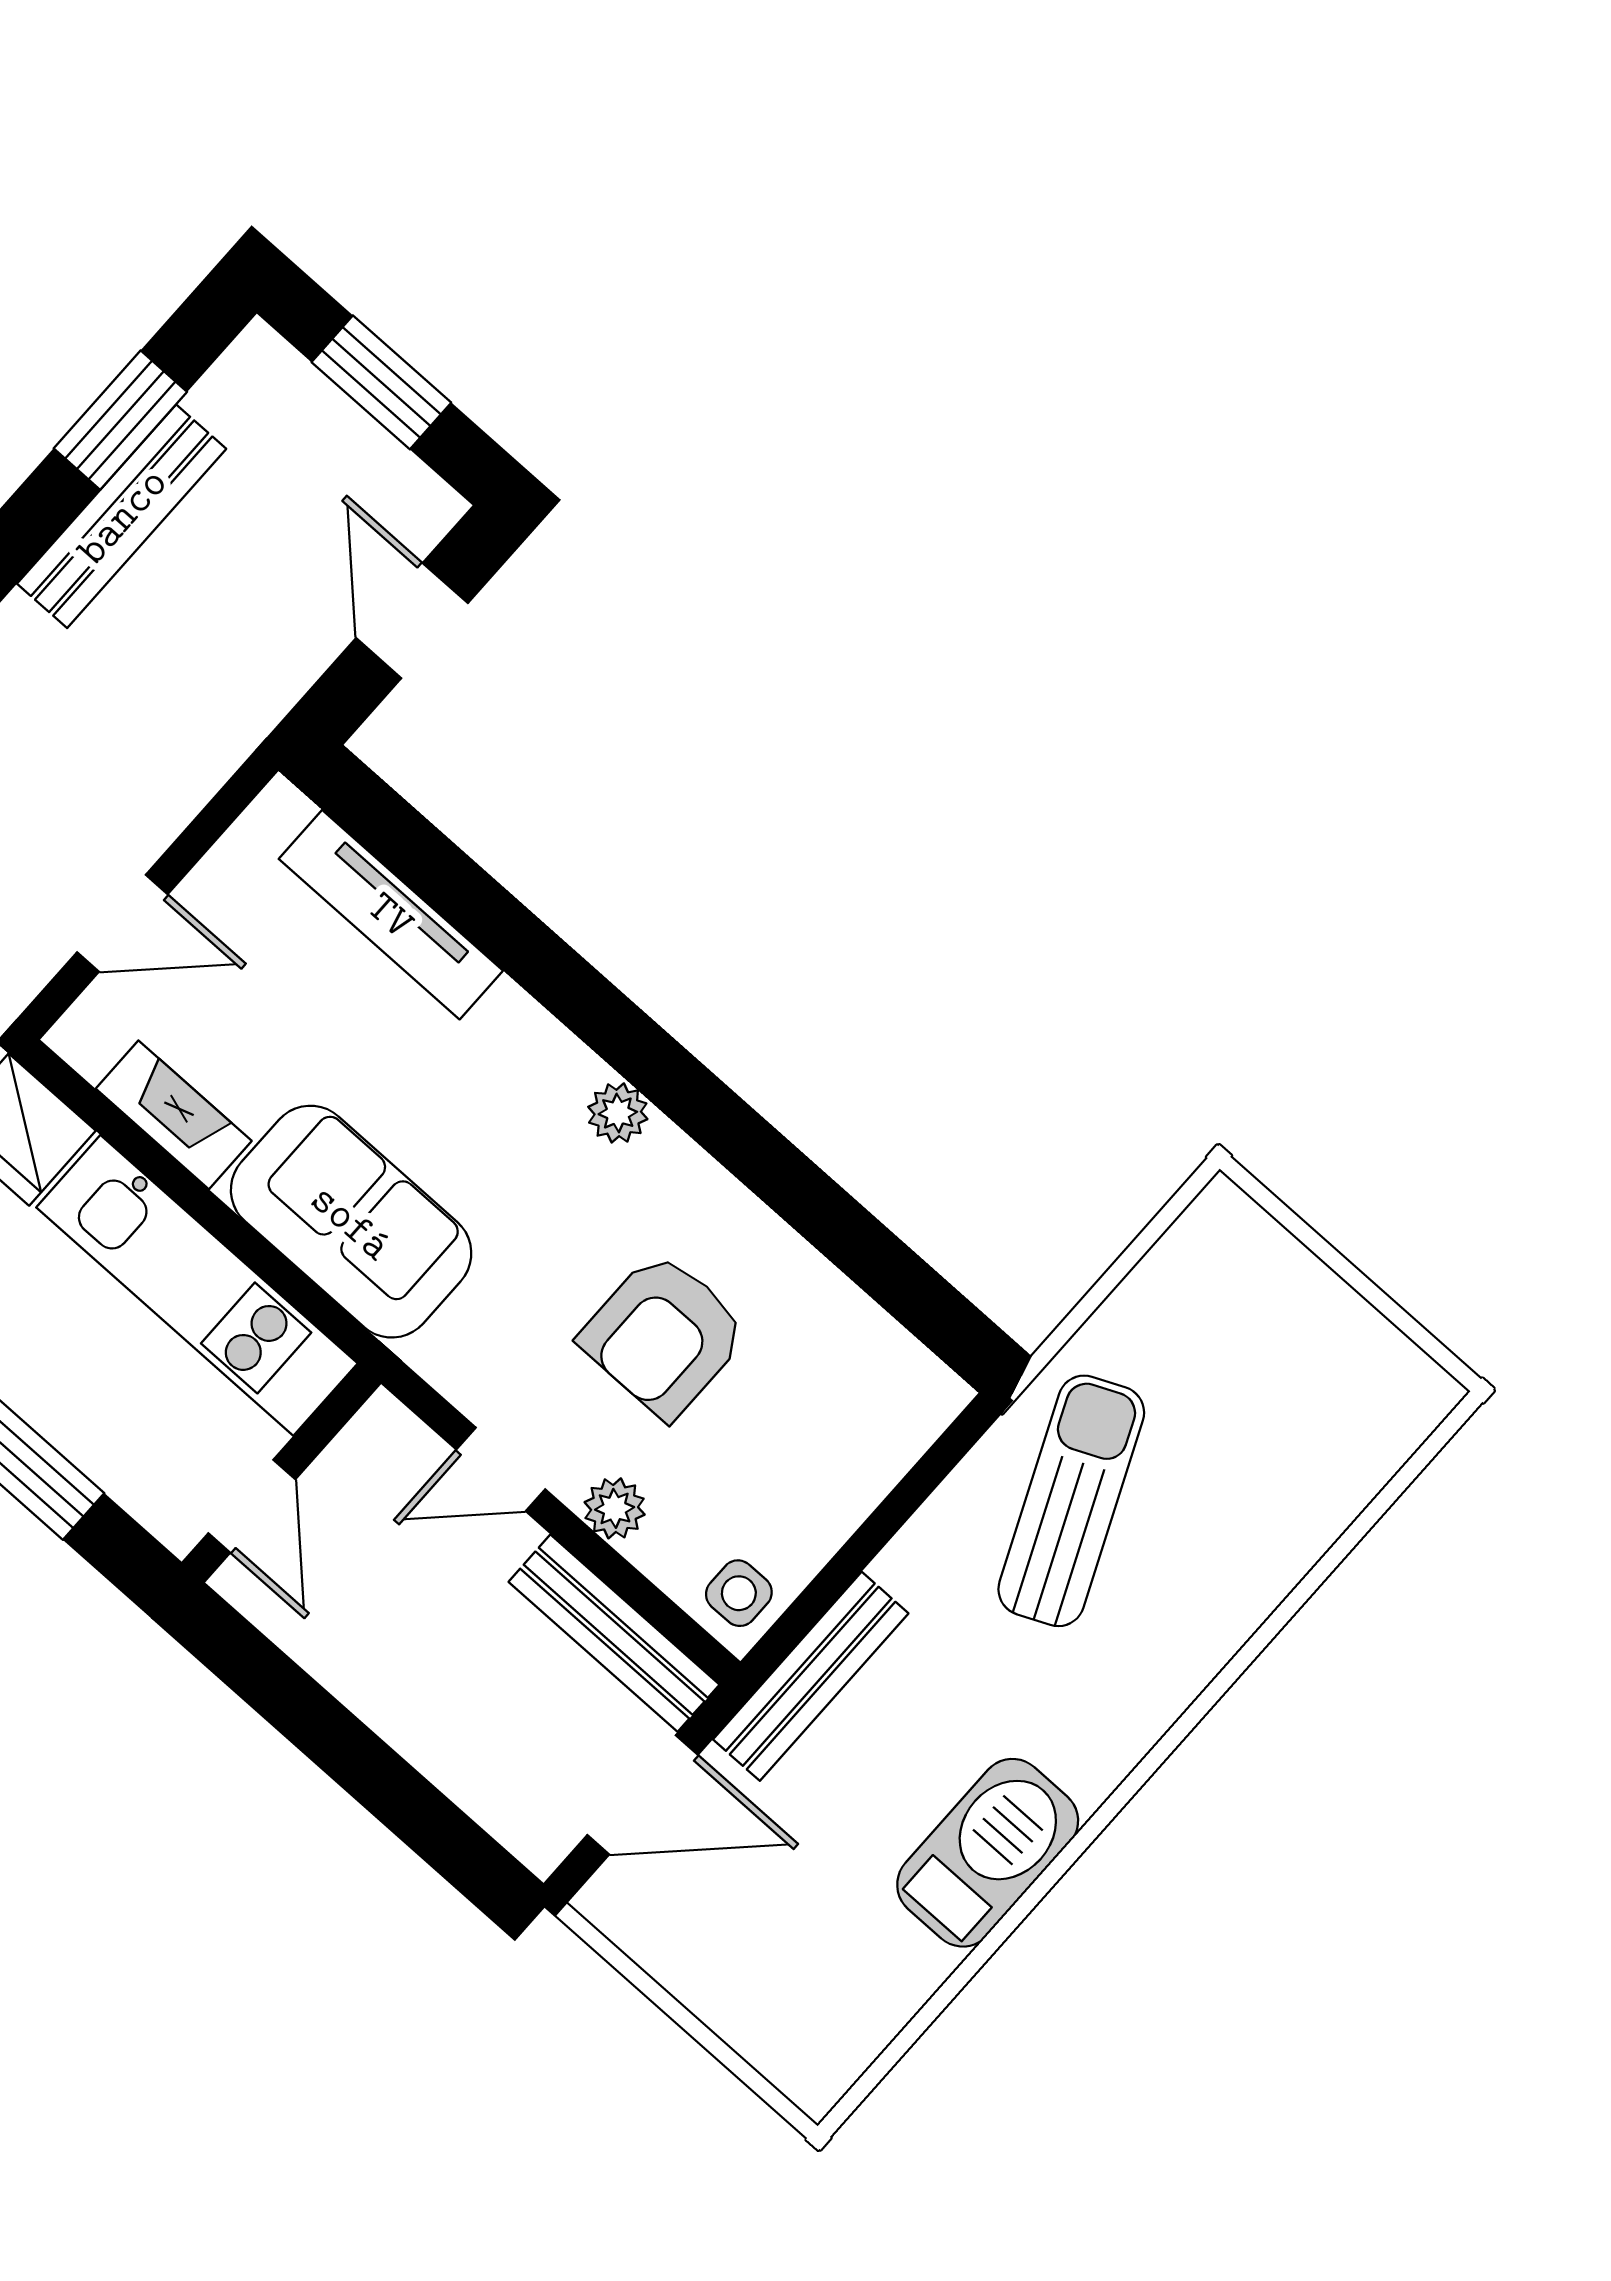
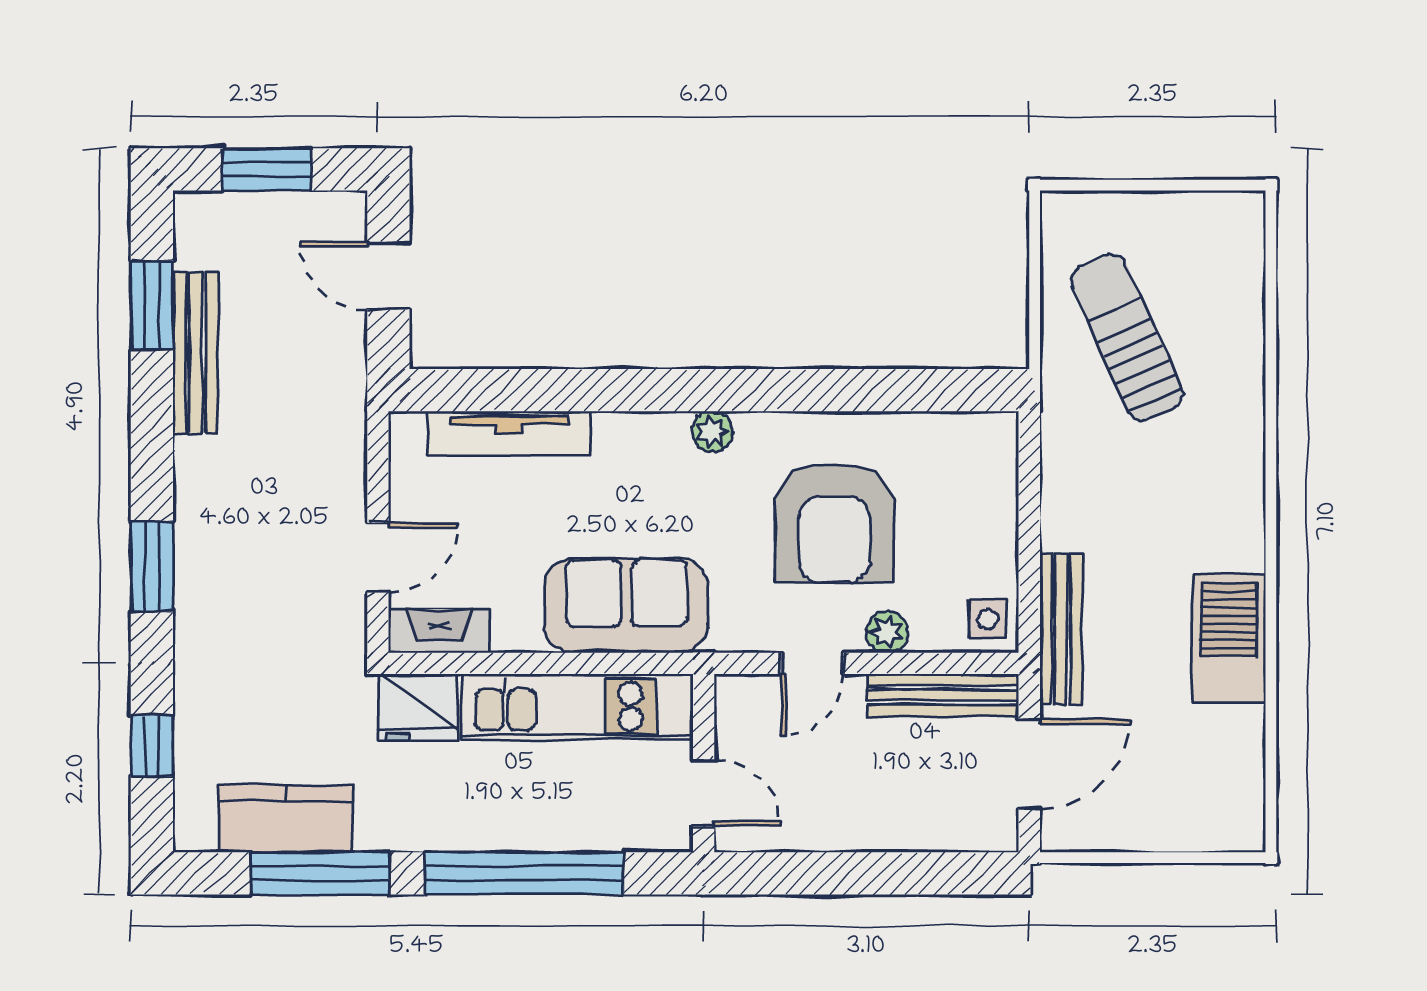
fireplace: (174, 1115) -> (439, 631), moved
armchair: (664, 1335) -> (835, 523), width x1.36, depth x1.36
sun lounger: (1071, 1501) -> (1127, 338), moved

